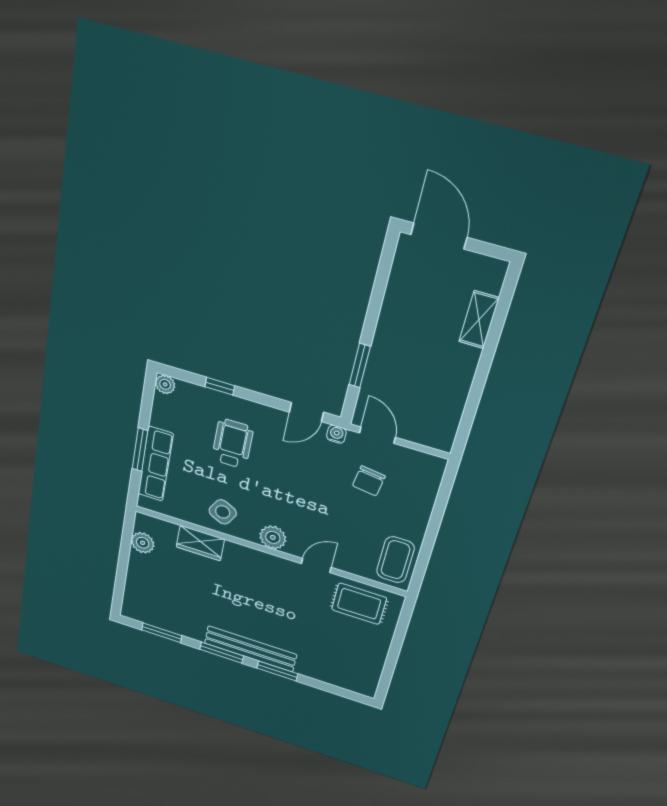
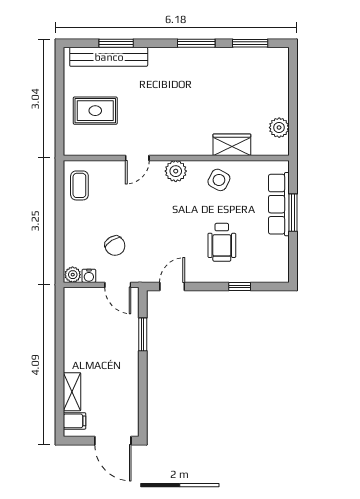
filing cabinet: (487, 279) -> (75, 421), added
plant: (165, 384) -> (73, 275), moved
water cooler: (336, 434) -> (89, 276), moved
chair: (369, 481) -> (115, 246), turned 141
coffee table: (395, 560) -> (79, 185), width x0.73, depth x0.77
rug: (359, 604) -> (95, 111), moved
bench: (250, 649) -> (109, 57), moved
window: (277, 671) -> (116, 43), moved

